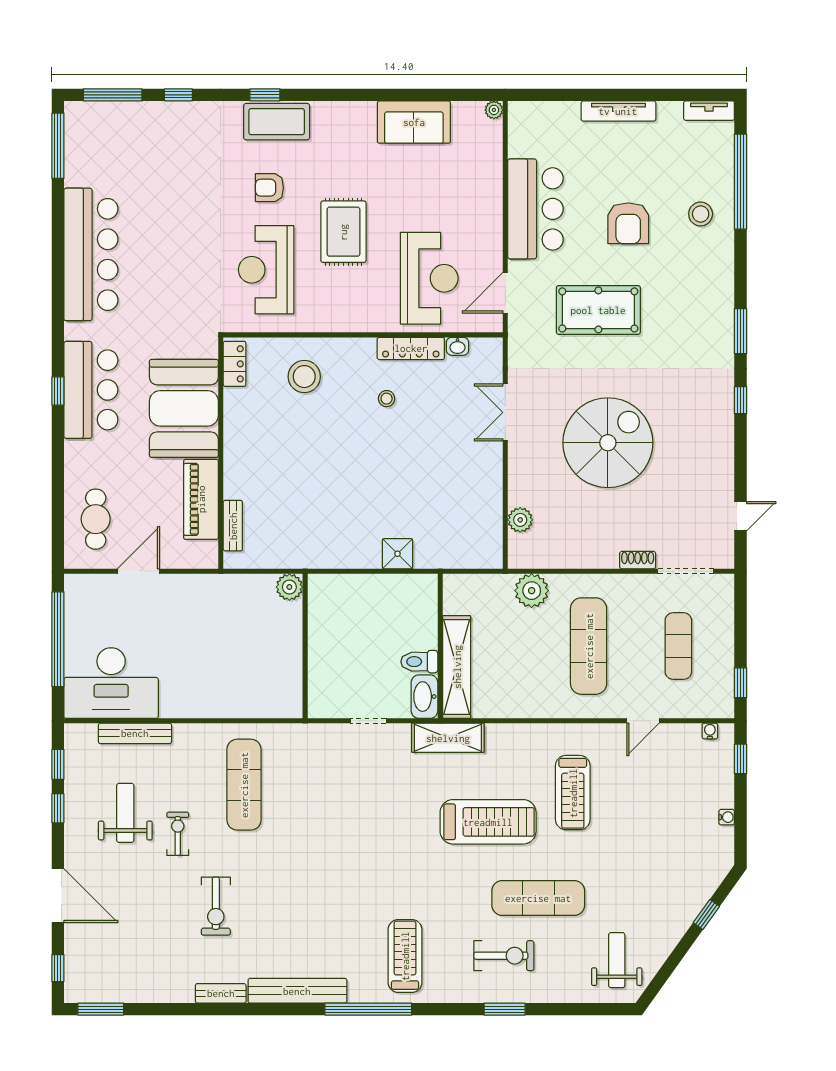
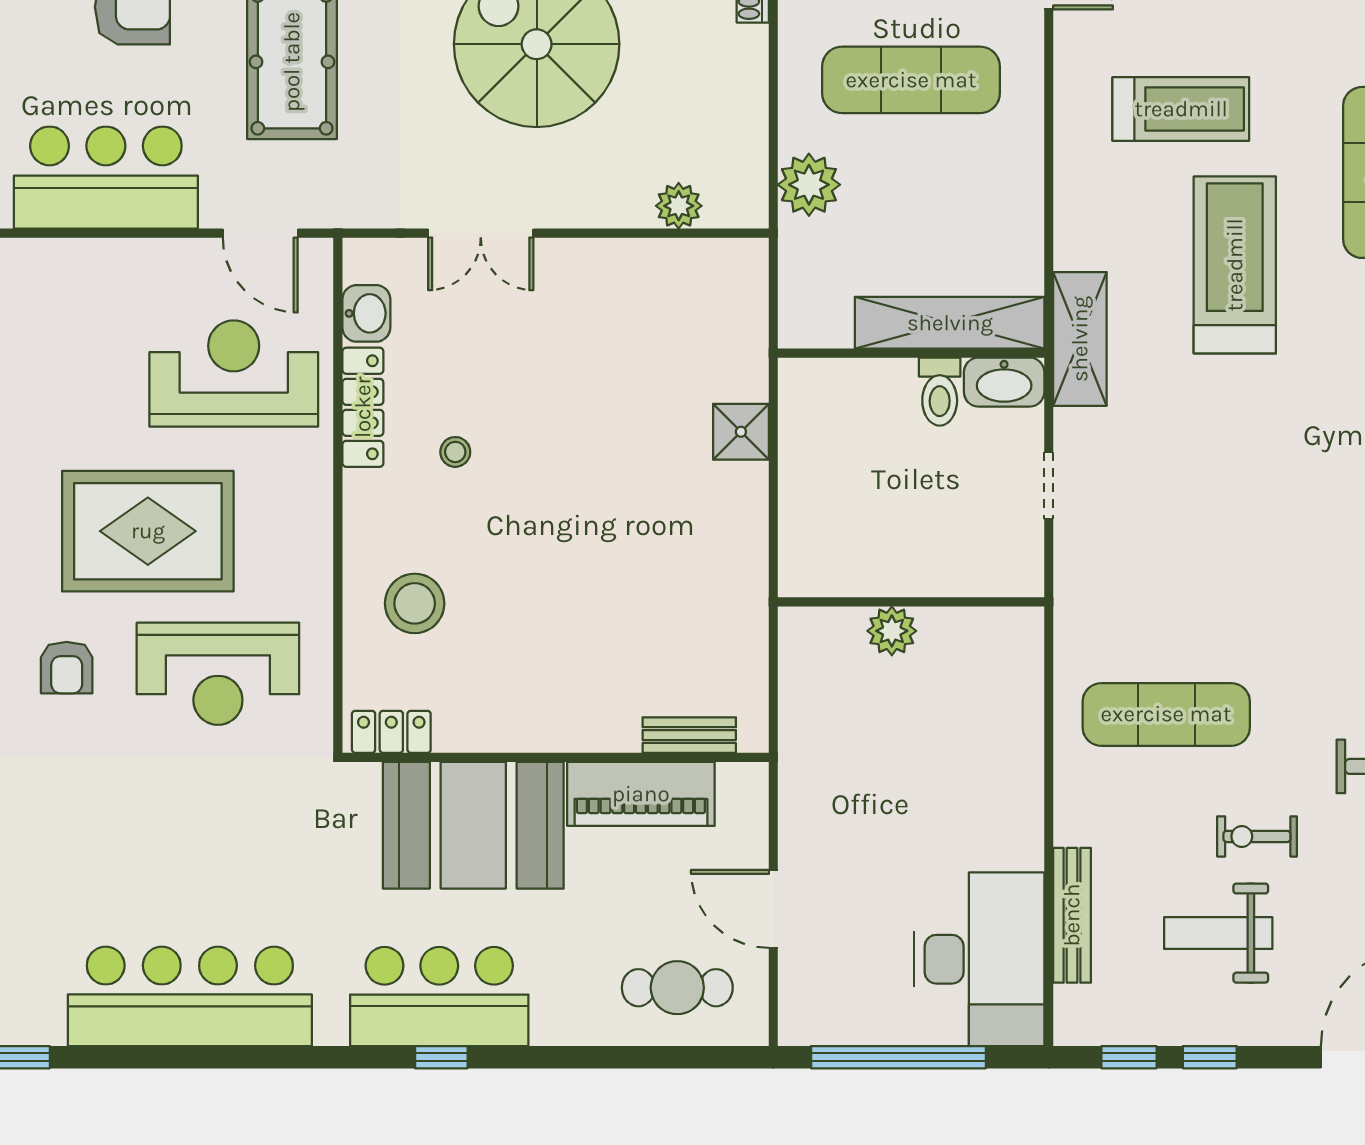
rug: (343, 232) -> (148, 531), width x1.37, depth x1.44
washbasin: (458, 346) -> (366, 313), width x1.38, depth x1.45
plant: (289, 587) -> (892, 631), moved

